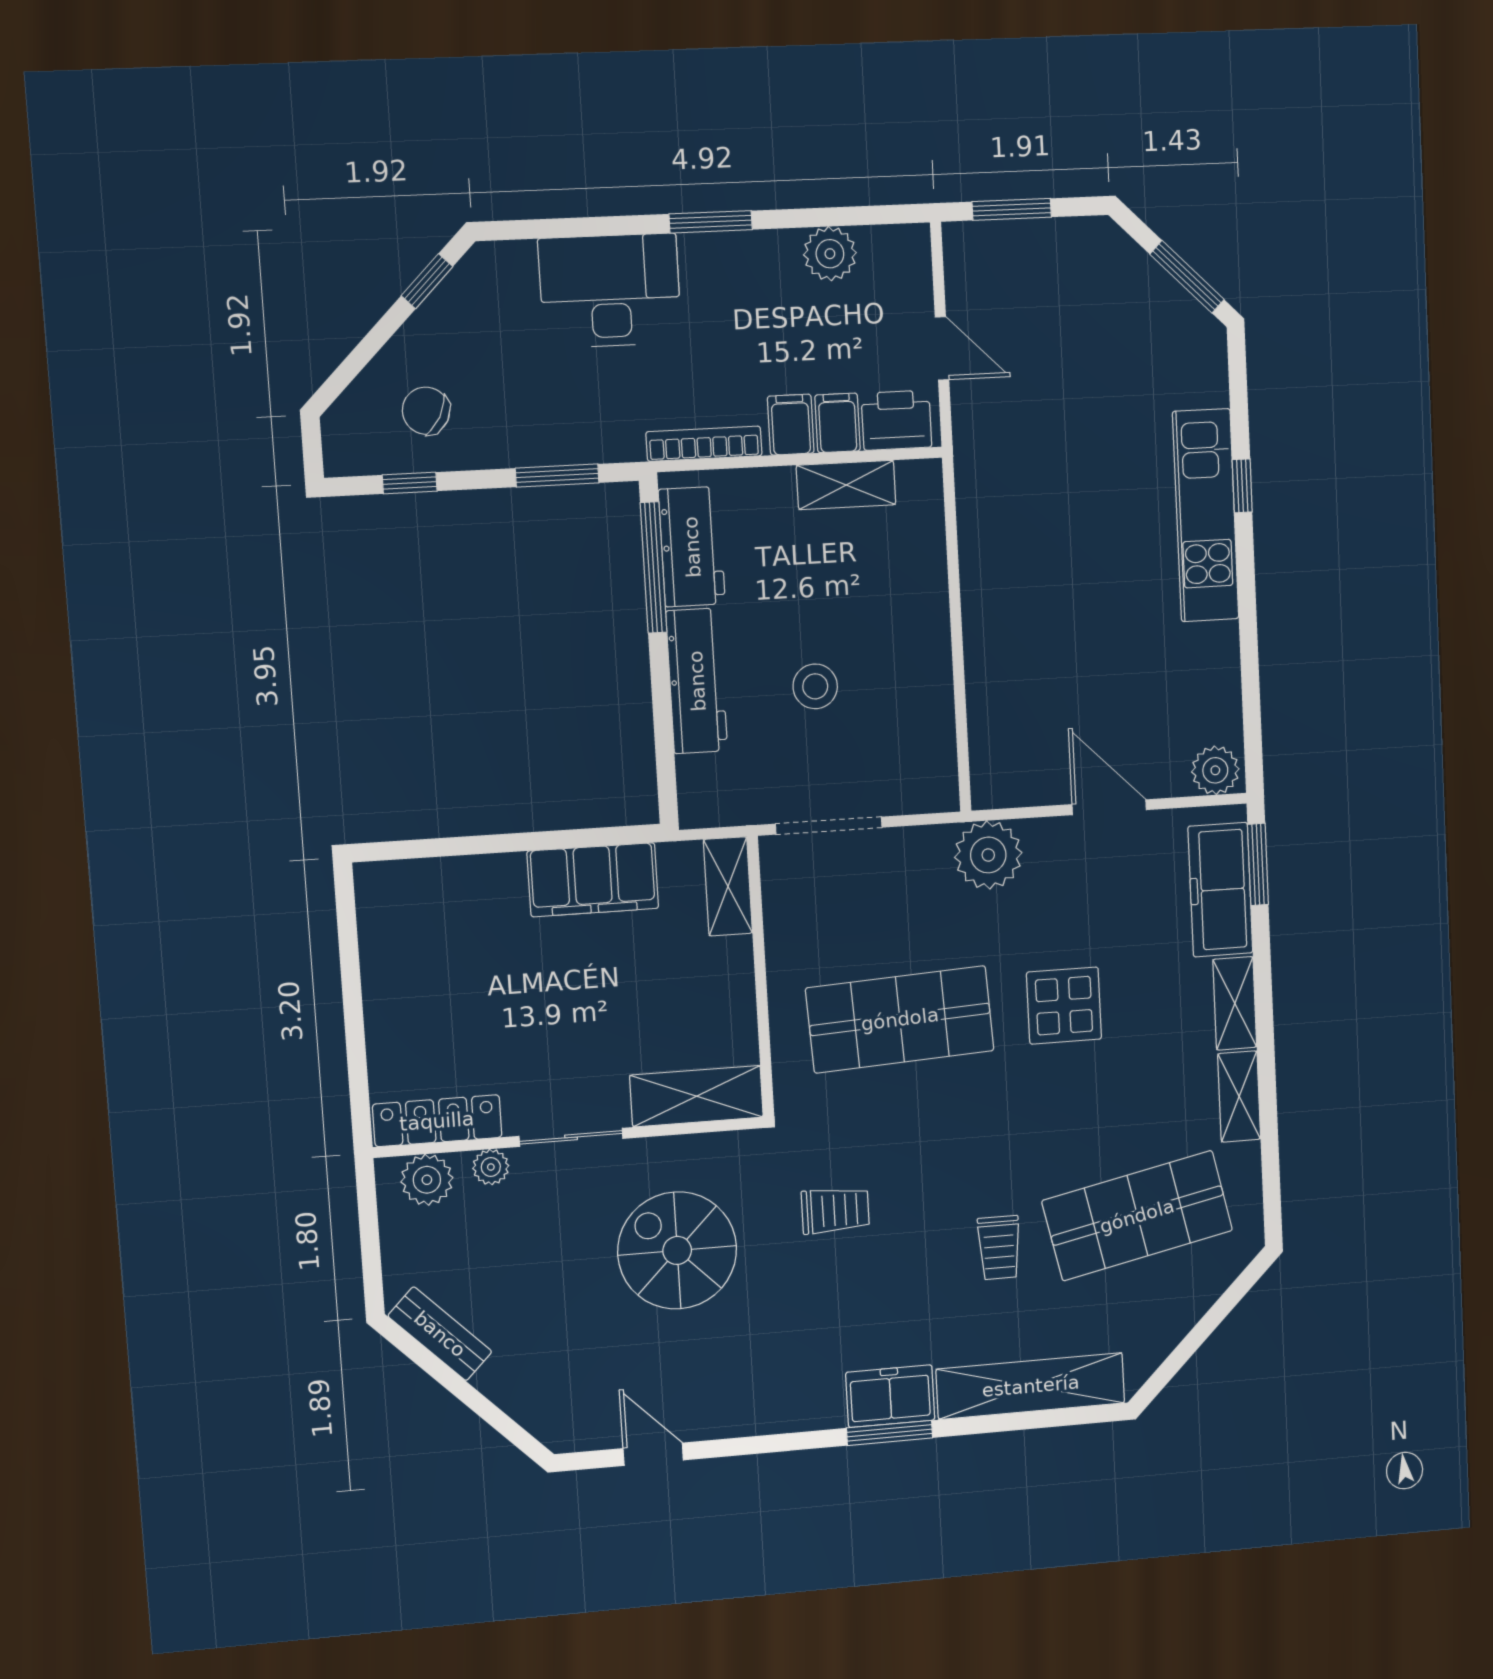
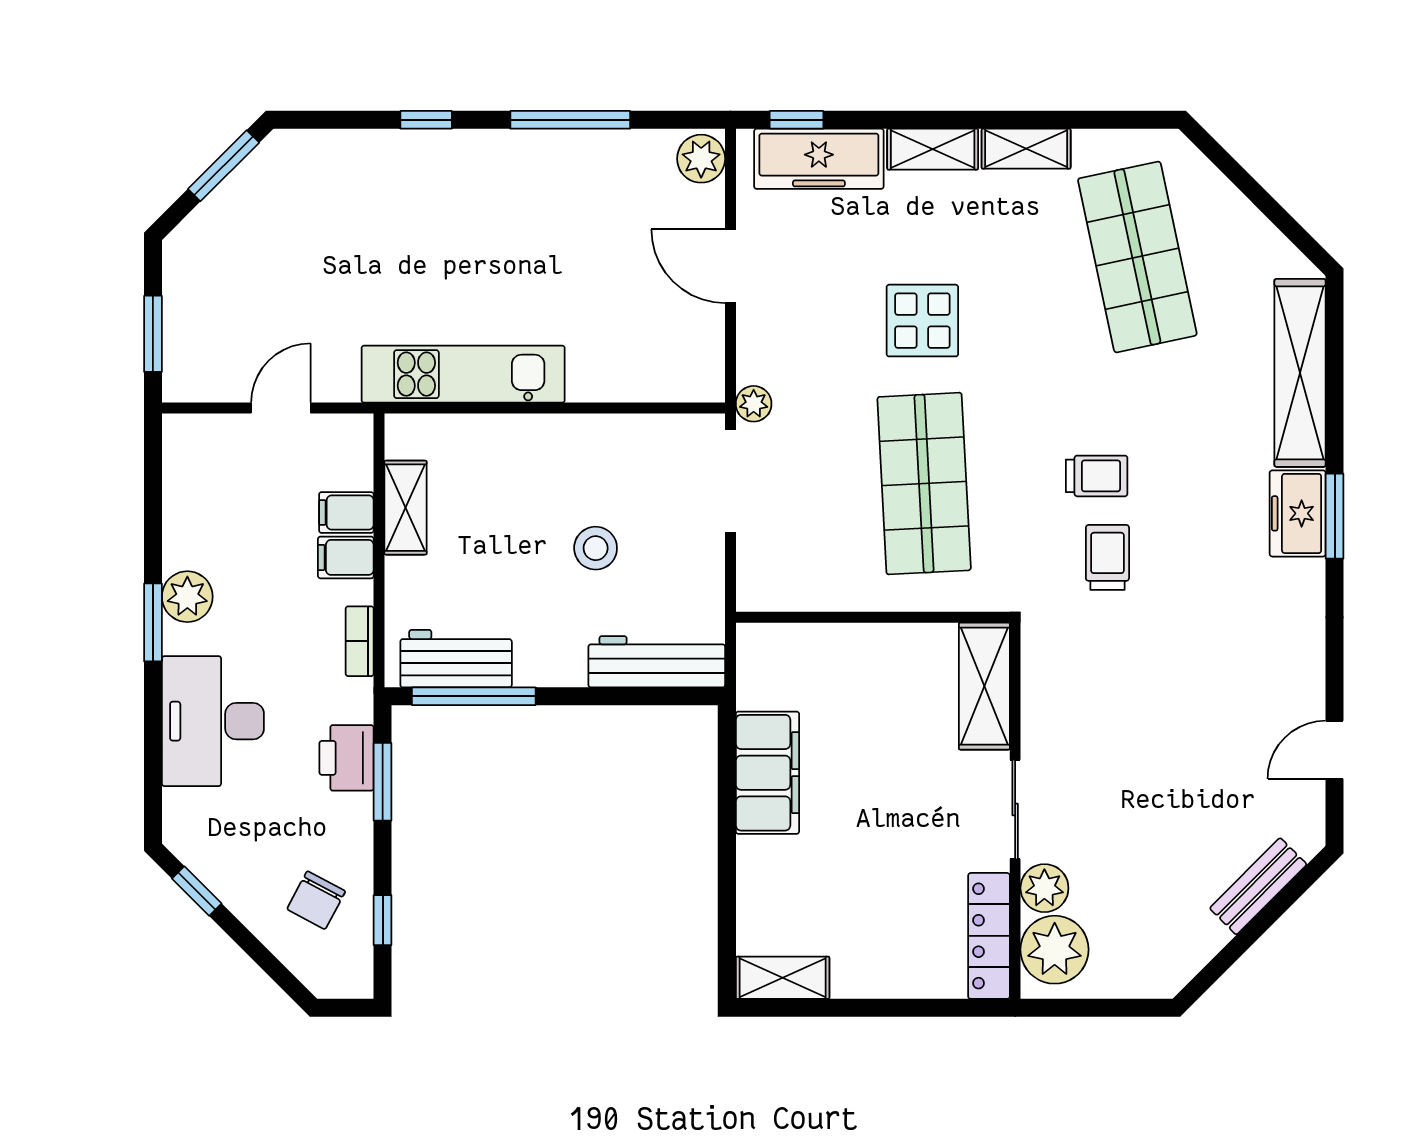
plant: (830, 254) -> (187, 597), moved
printer: (896, 420) -> (347, 758), moved
bookcase: (704, 444) -> (360, 641), width x0.64
kitchen unit: (1206, 515) -> (463, 374), moved, turned 180
window: (1248, 634) -> (570, 120), added
workbench: (697, 681) -> (657, 662), moved
door: (1109, 807) -> (730, 266), hinge flipped
doorway: (829, 826) -> (730, 481), moved
plant: (988, 855) -> (754, 404), width x0.53, depth x0.53
window: (1258, 864) -> (797, 120), width x0.67
shelving: (728, 886) -> (783, 978), moved
plant: (491, 1167) -> (1044, 888), width x1.38, depth x1.38
plant: (427, 1180) -> (1055, 950), width x1.36, depth x1.36
trolley: (999, 1248) -> (1097, 476), moved
spiral stairs: (677, 1250) -> (1134, 714), removed
bench: (440, 1334) -> (1258, 886), moved

